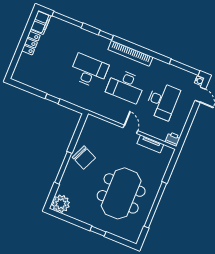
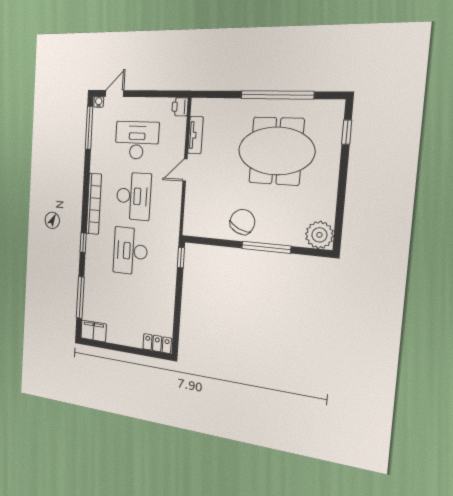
locker: (31, 43) -> (157, 344), moved
window: (52, 99) -> (181, 258), moved
window: (98, 231) -> (347, 132), moved

